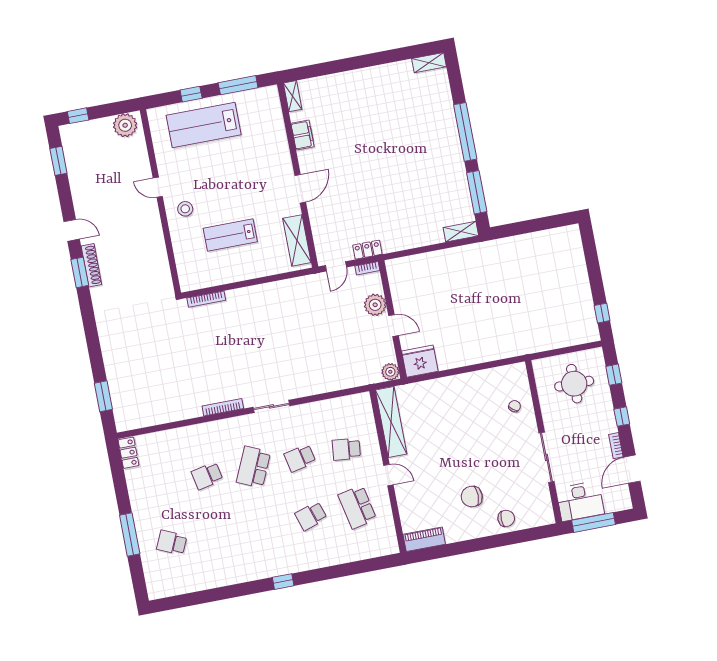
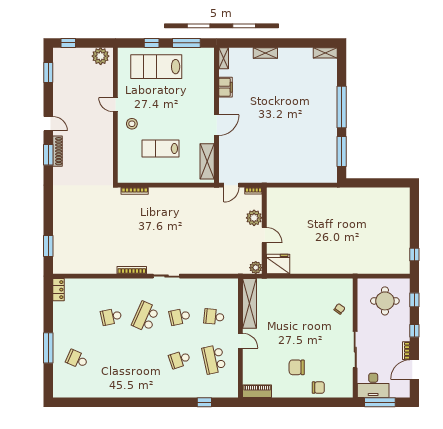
shelving: (461, 232) -> (265, 53), moved
locker: (367, 250) -> (256, 178), removed
window: (283, 582) -> (204, 402), moved

